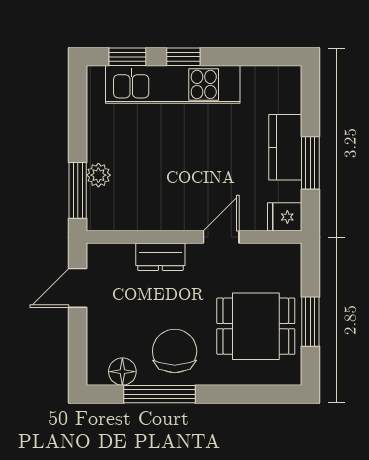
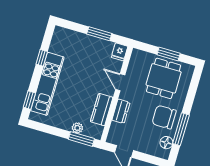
window: (183, 57) -> (42, 58), moved
kitchen counter: (285, 147) -> (102, 110), moved, turned 90

